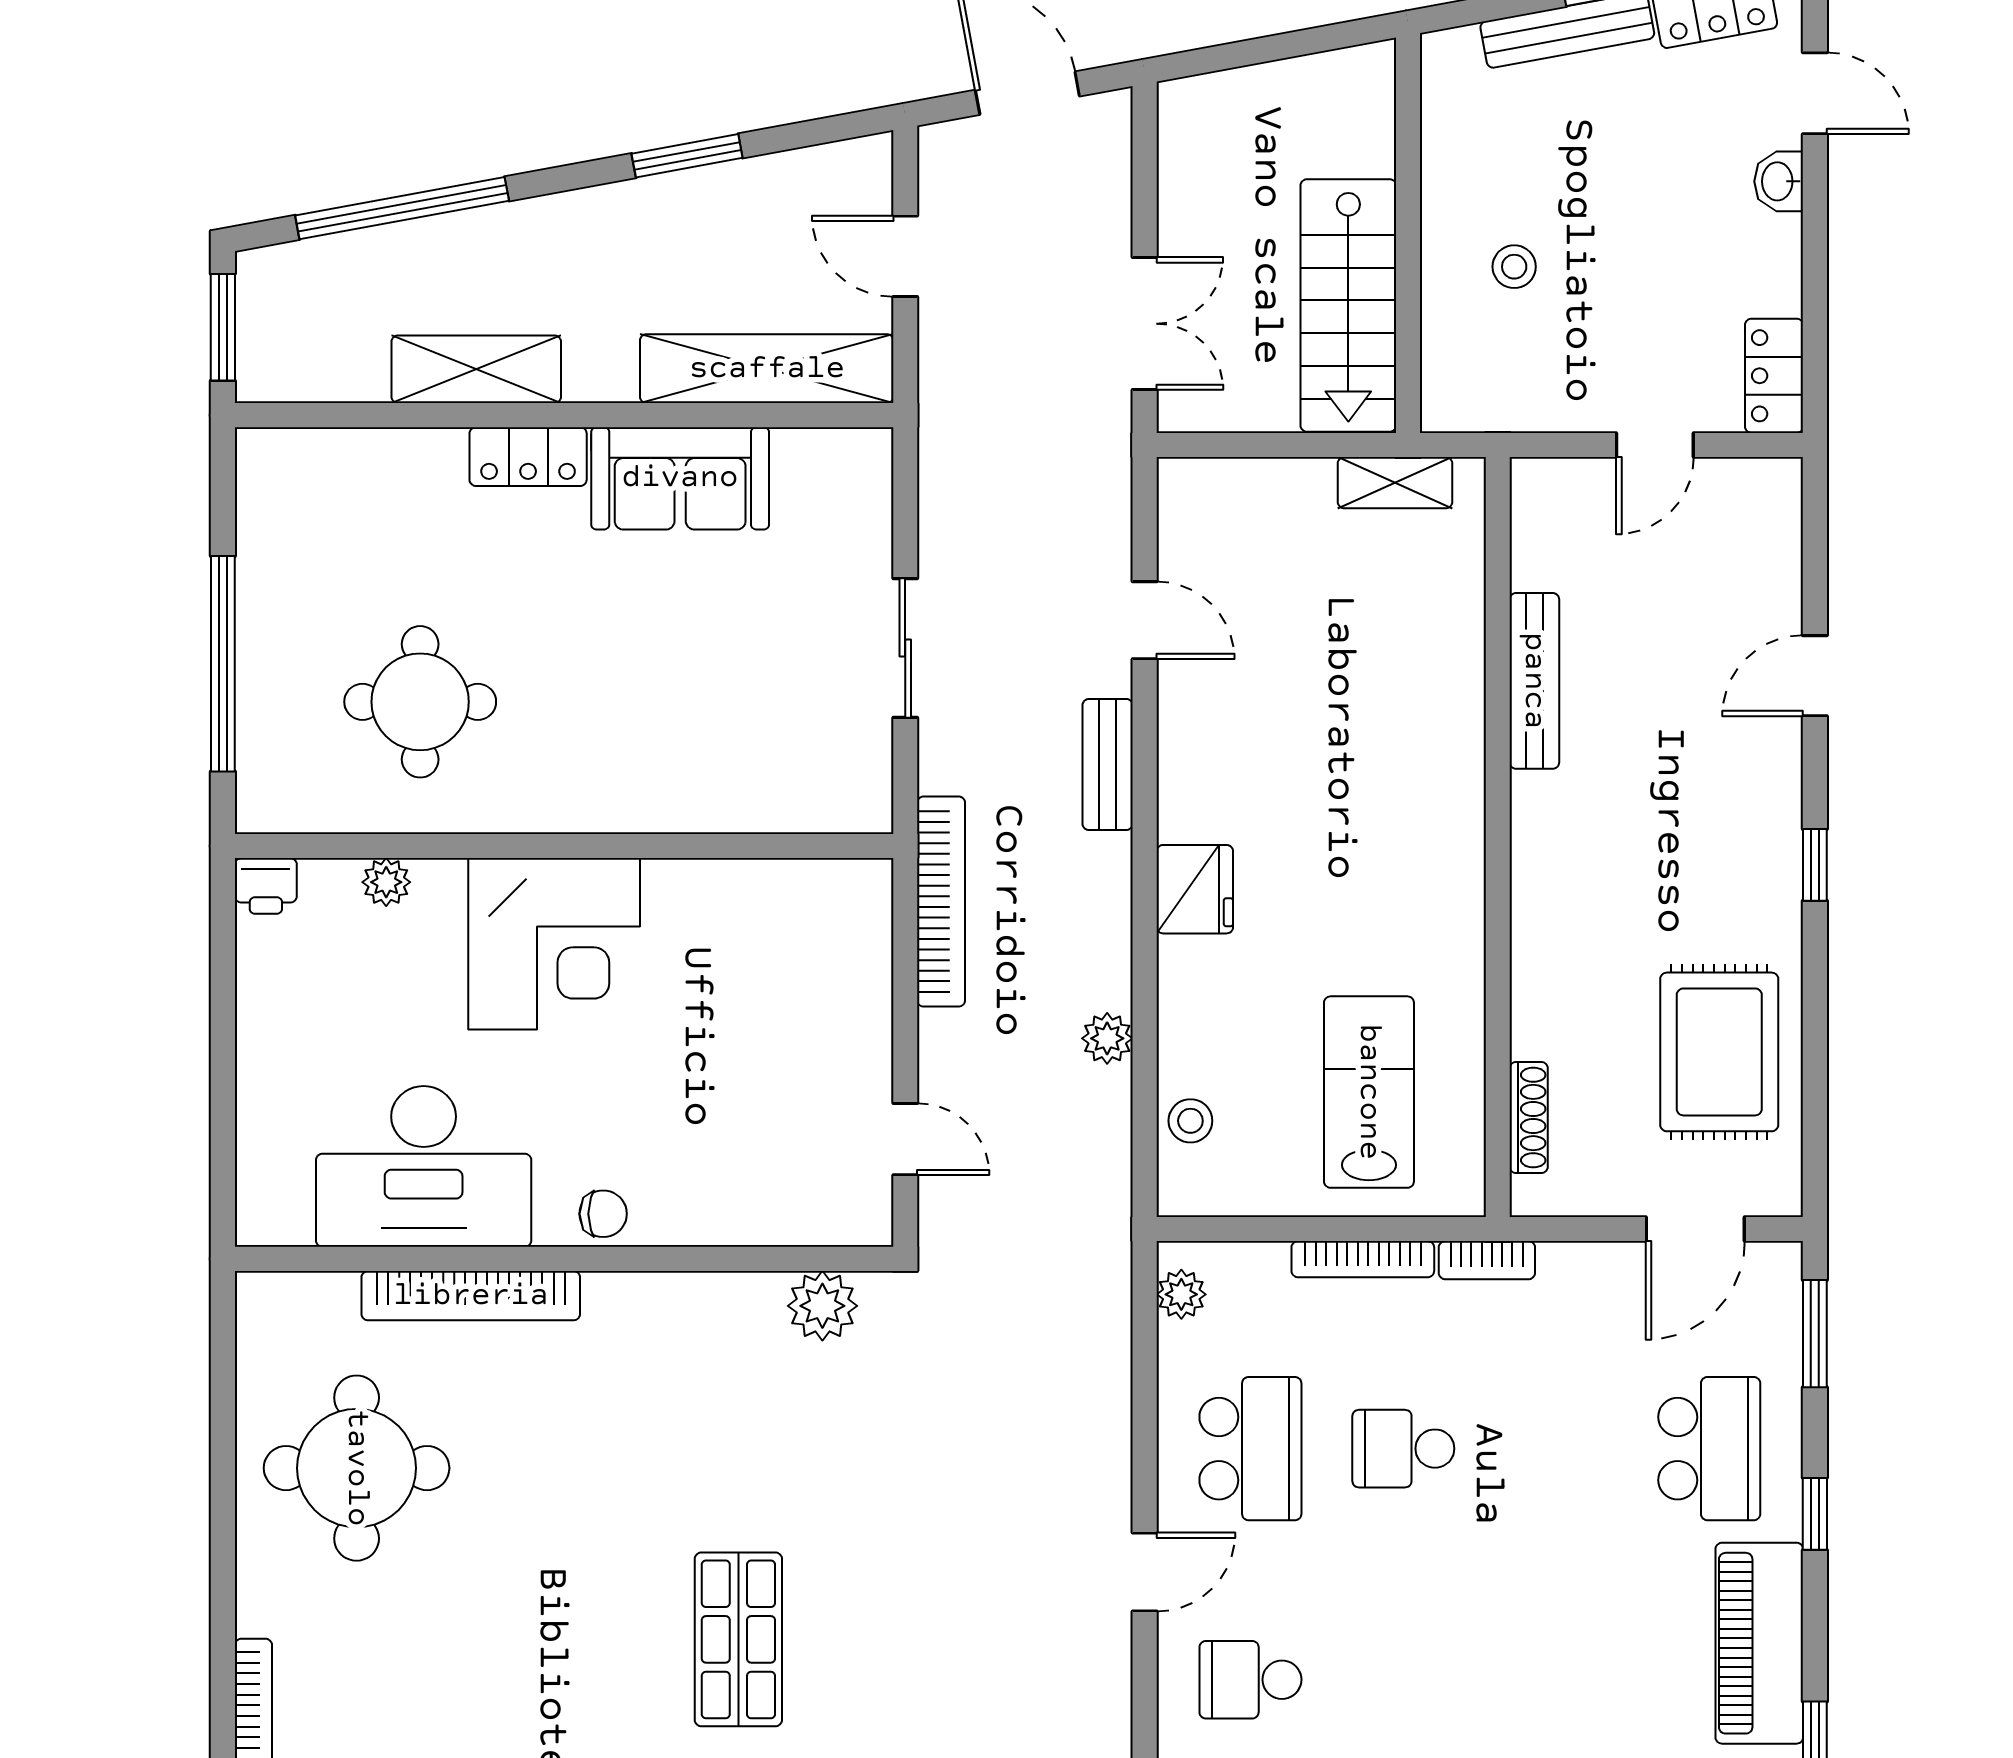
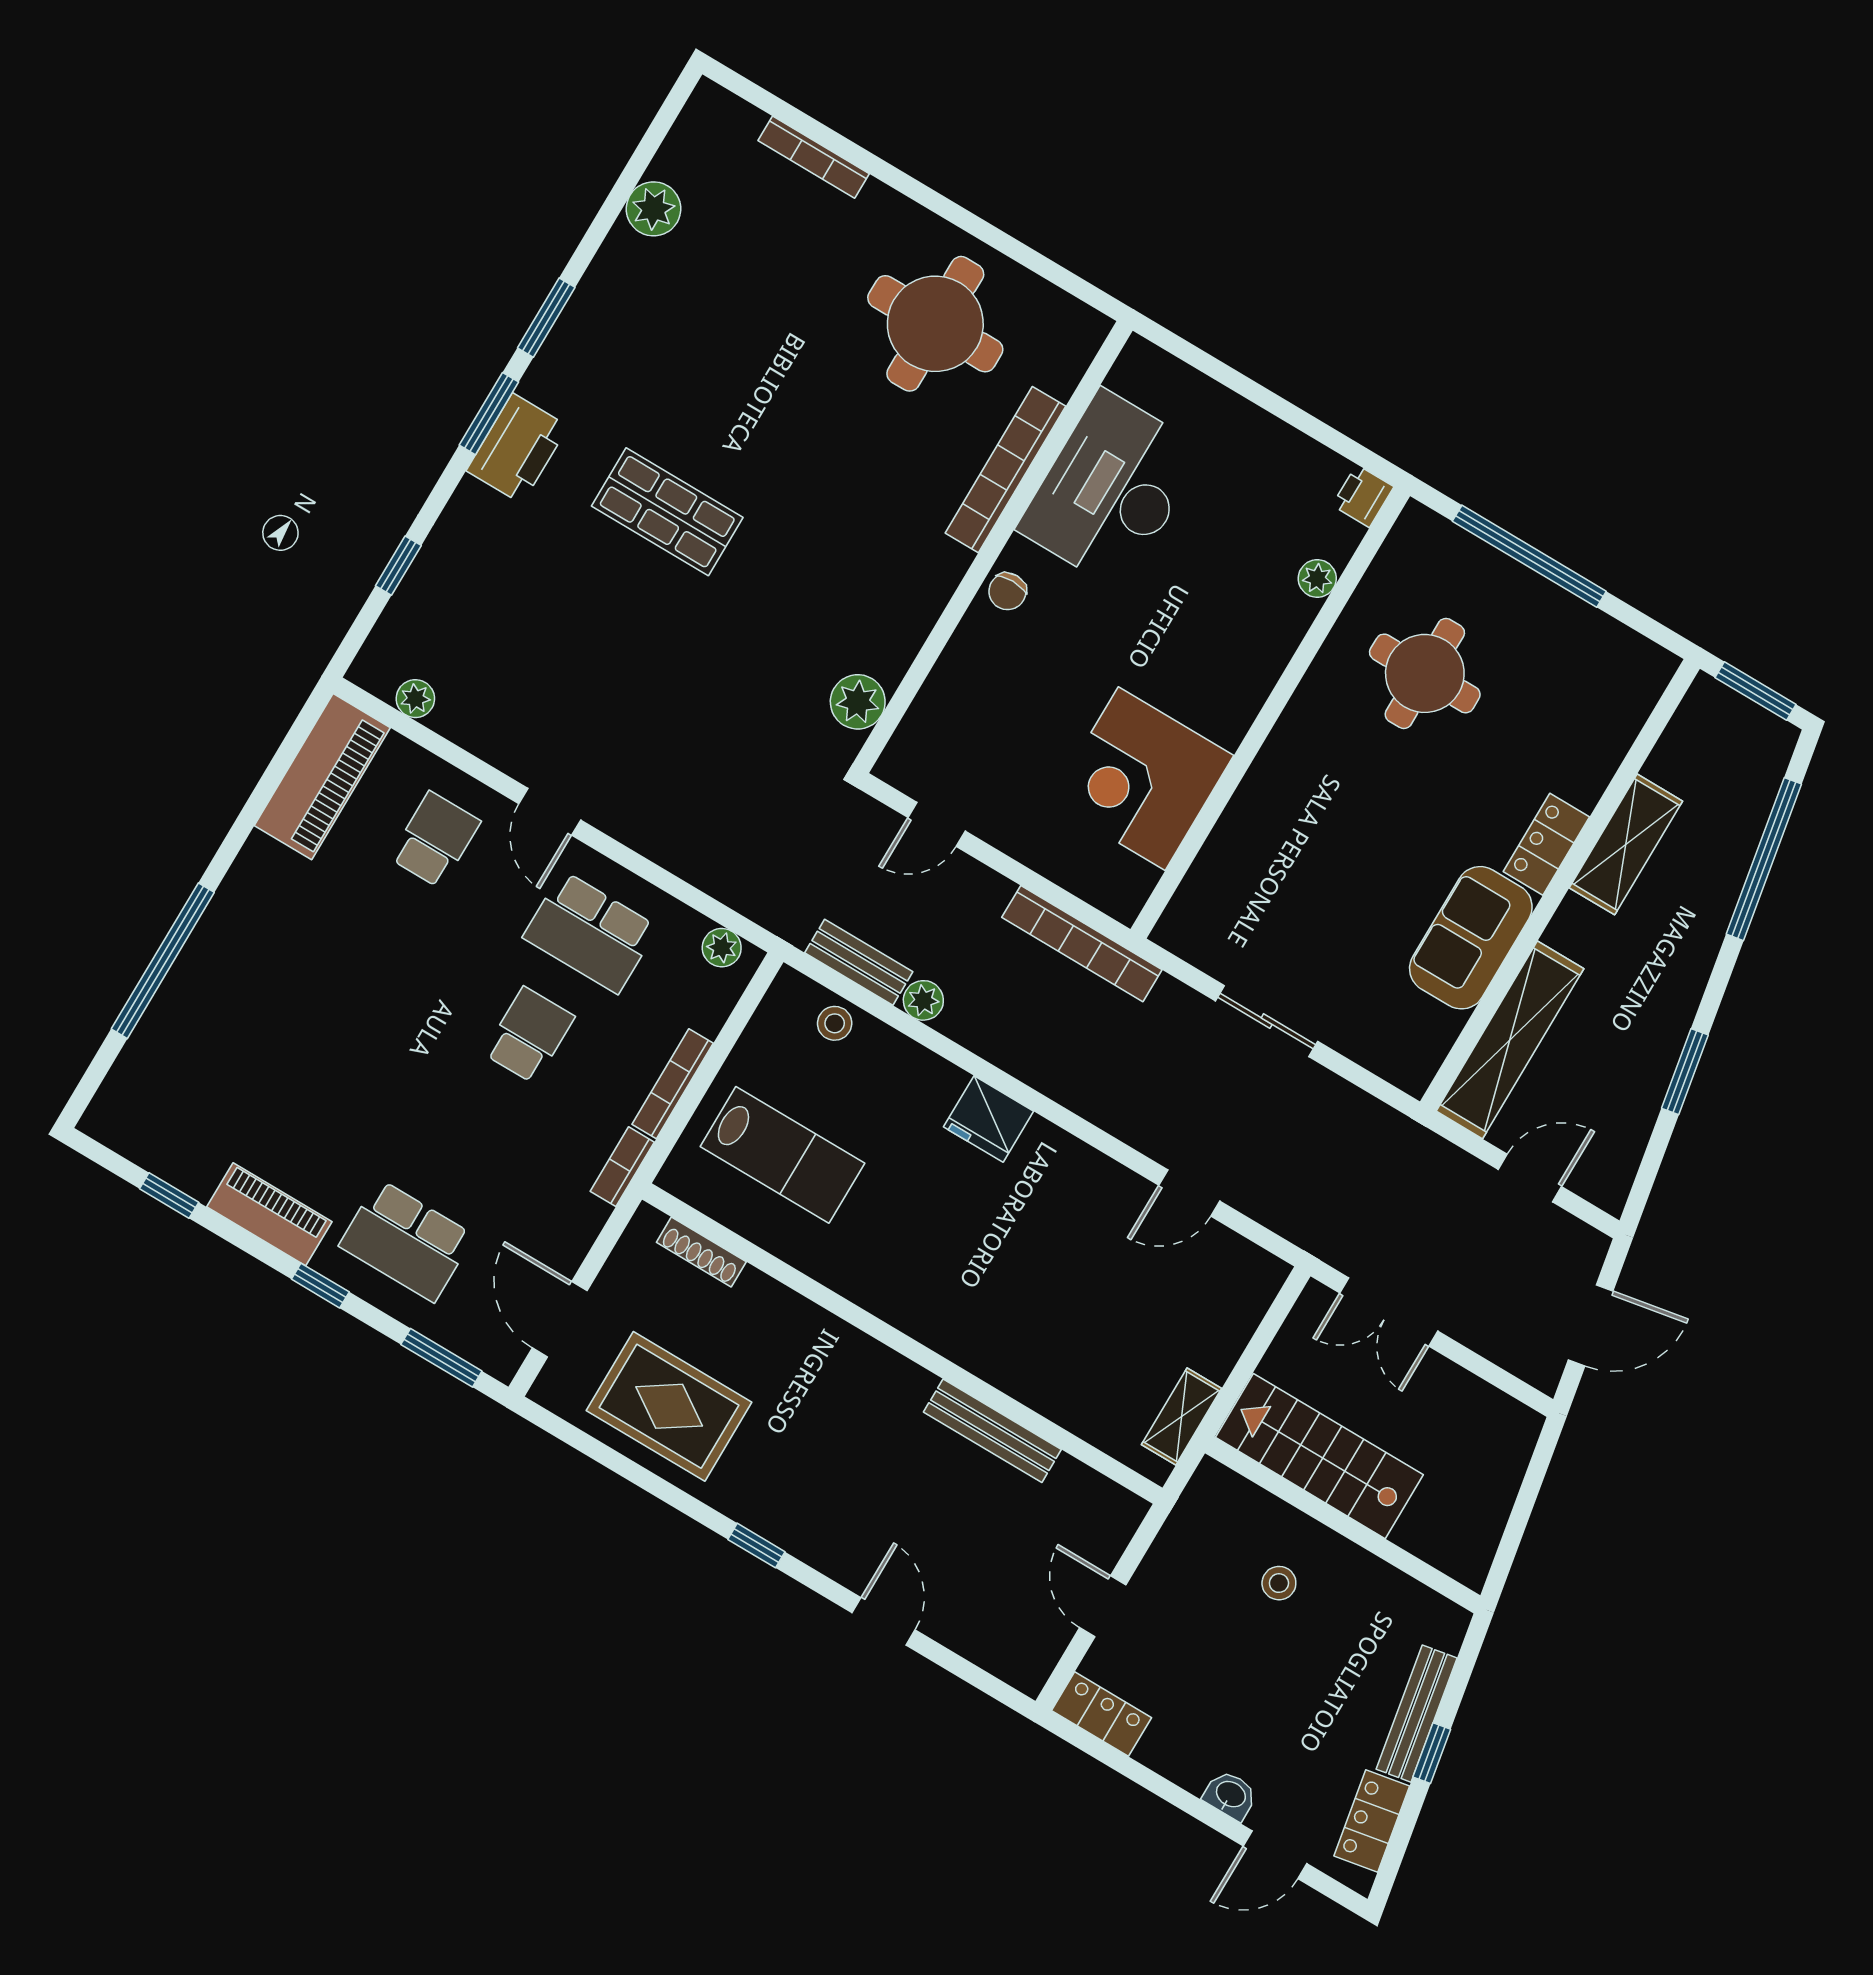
bench: (1108, 764) -> (859, 962), moved
corner desk: (554, 944) -> (1142, 779), moved
piano: (1759, 1643) -> (269, 1214), width x0.73, depth x0.75

